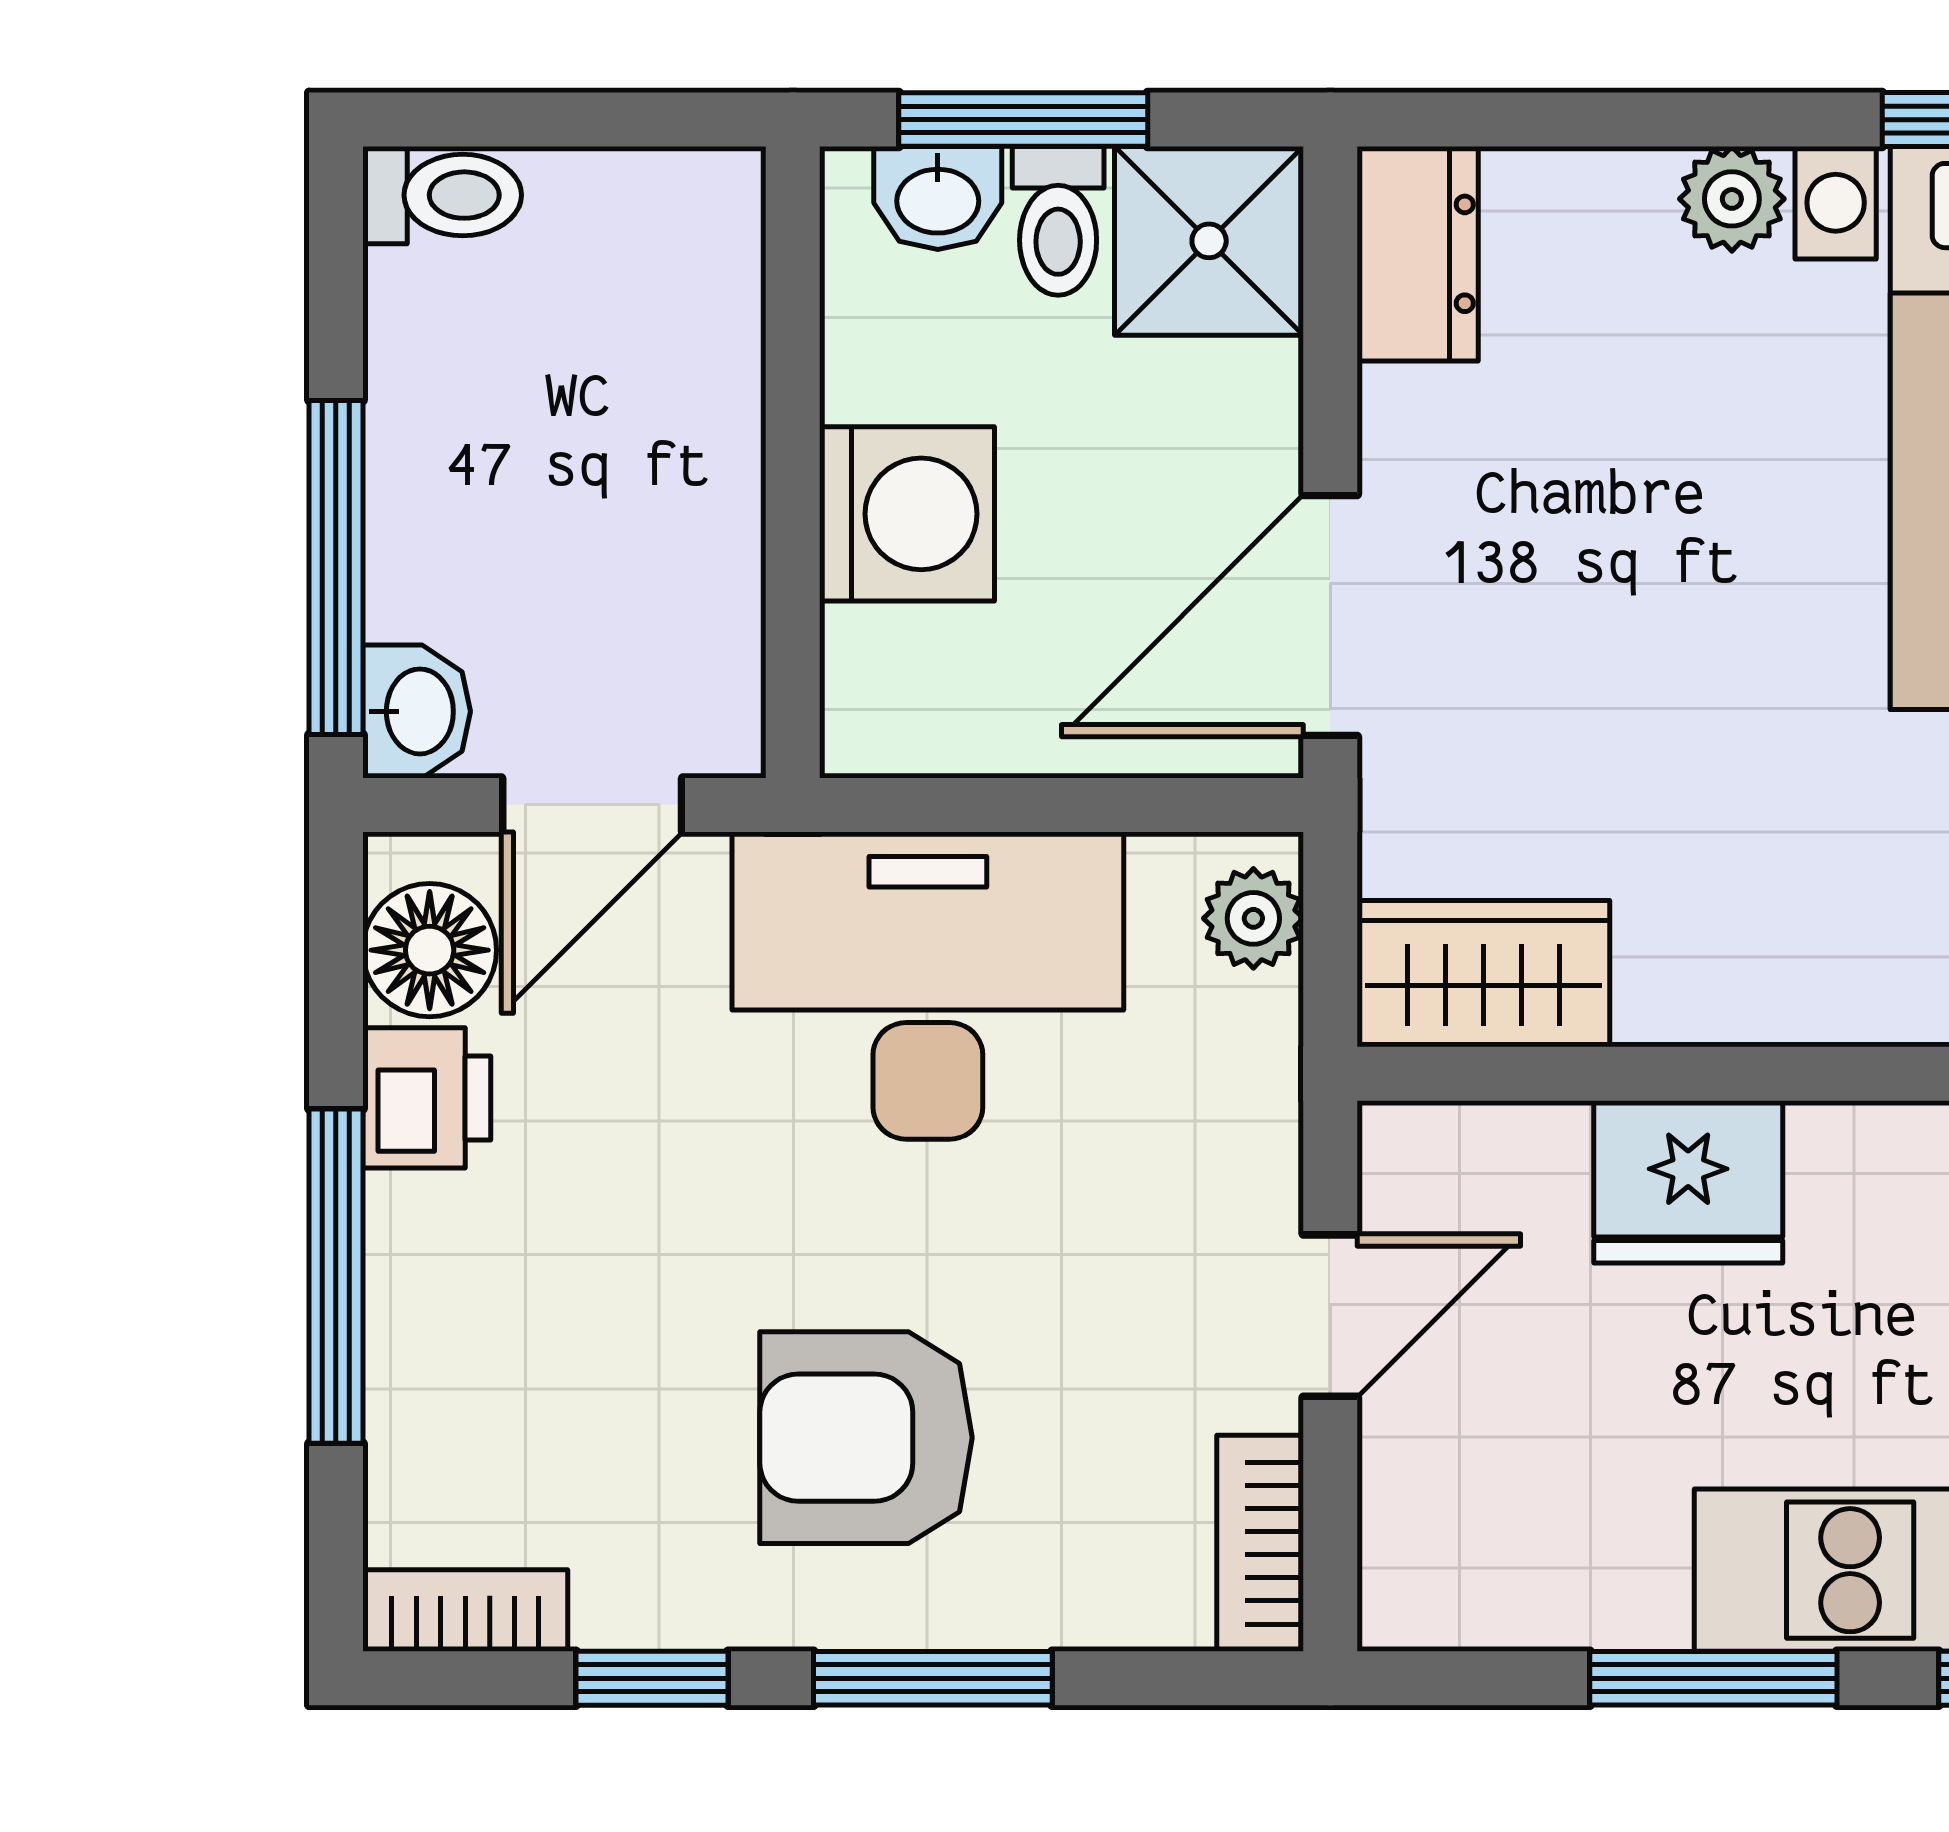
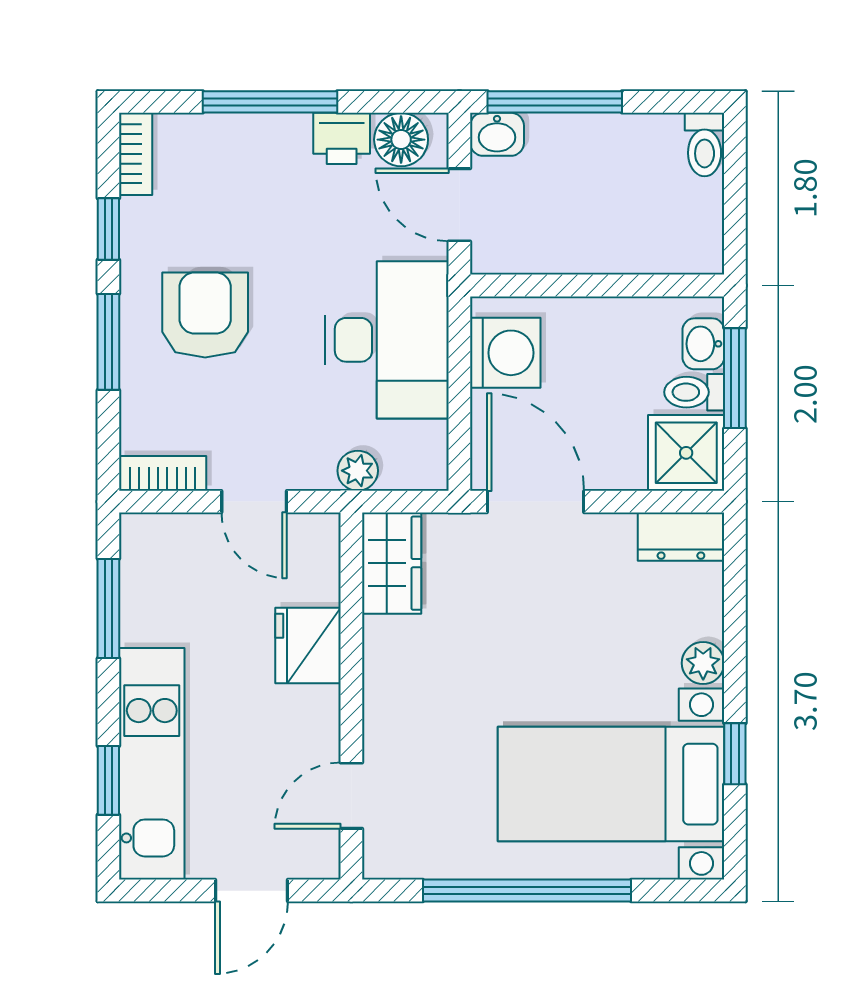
washing machine: (907, 514) -> (505, 353), moved, turned -90
plant: (1253, 918) -> (358, 471), moved
window: (1713, 1678) -> (108, 608), moved

